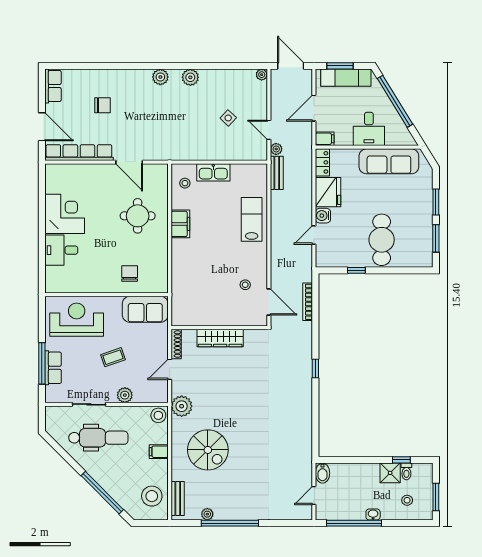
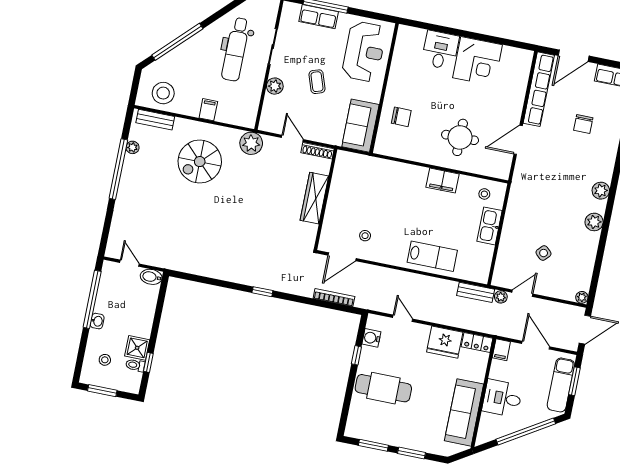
water cooler: (323, 216) -> (371, 338), moved, turned -90
stool: (158, 415) -> (246, 117), removed

